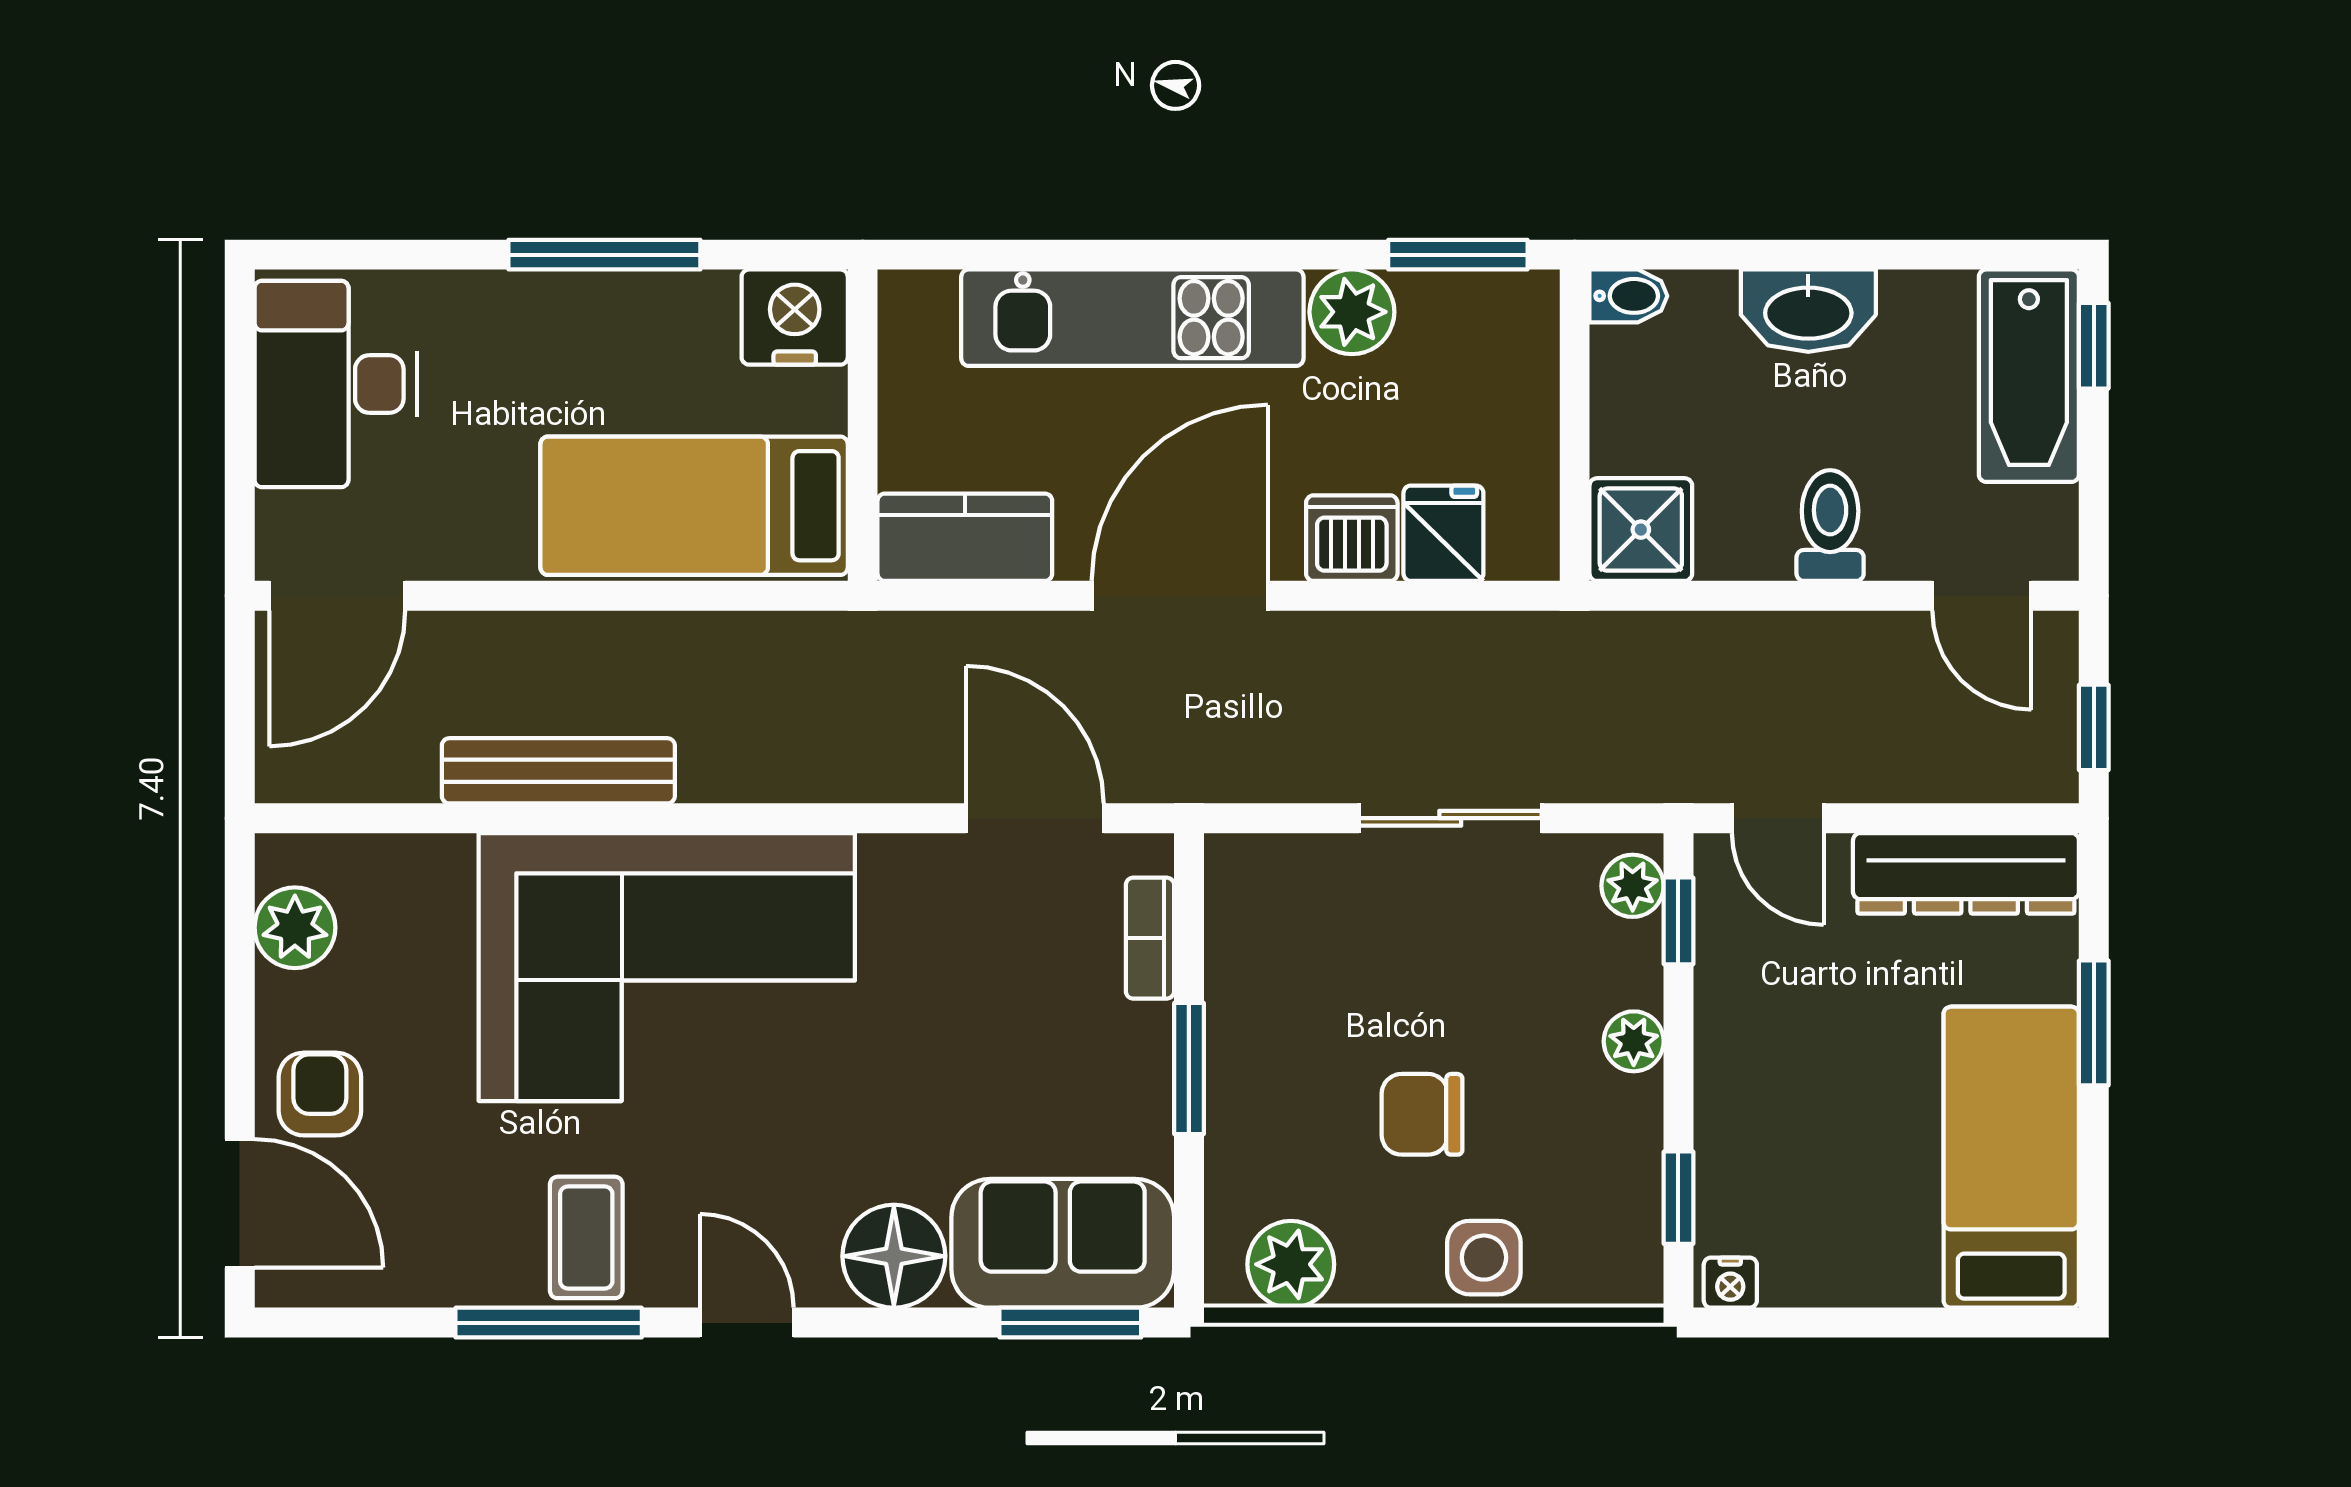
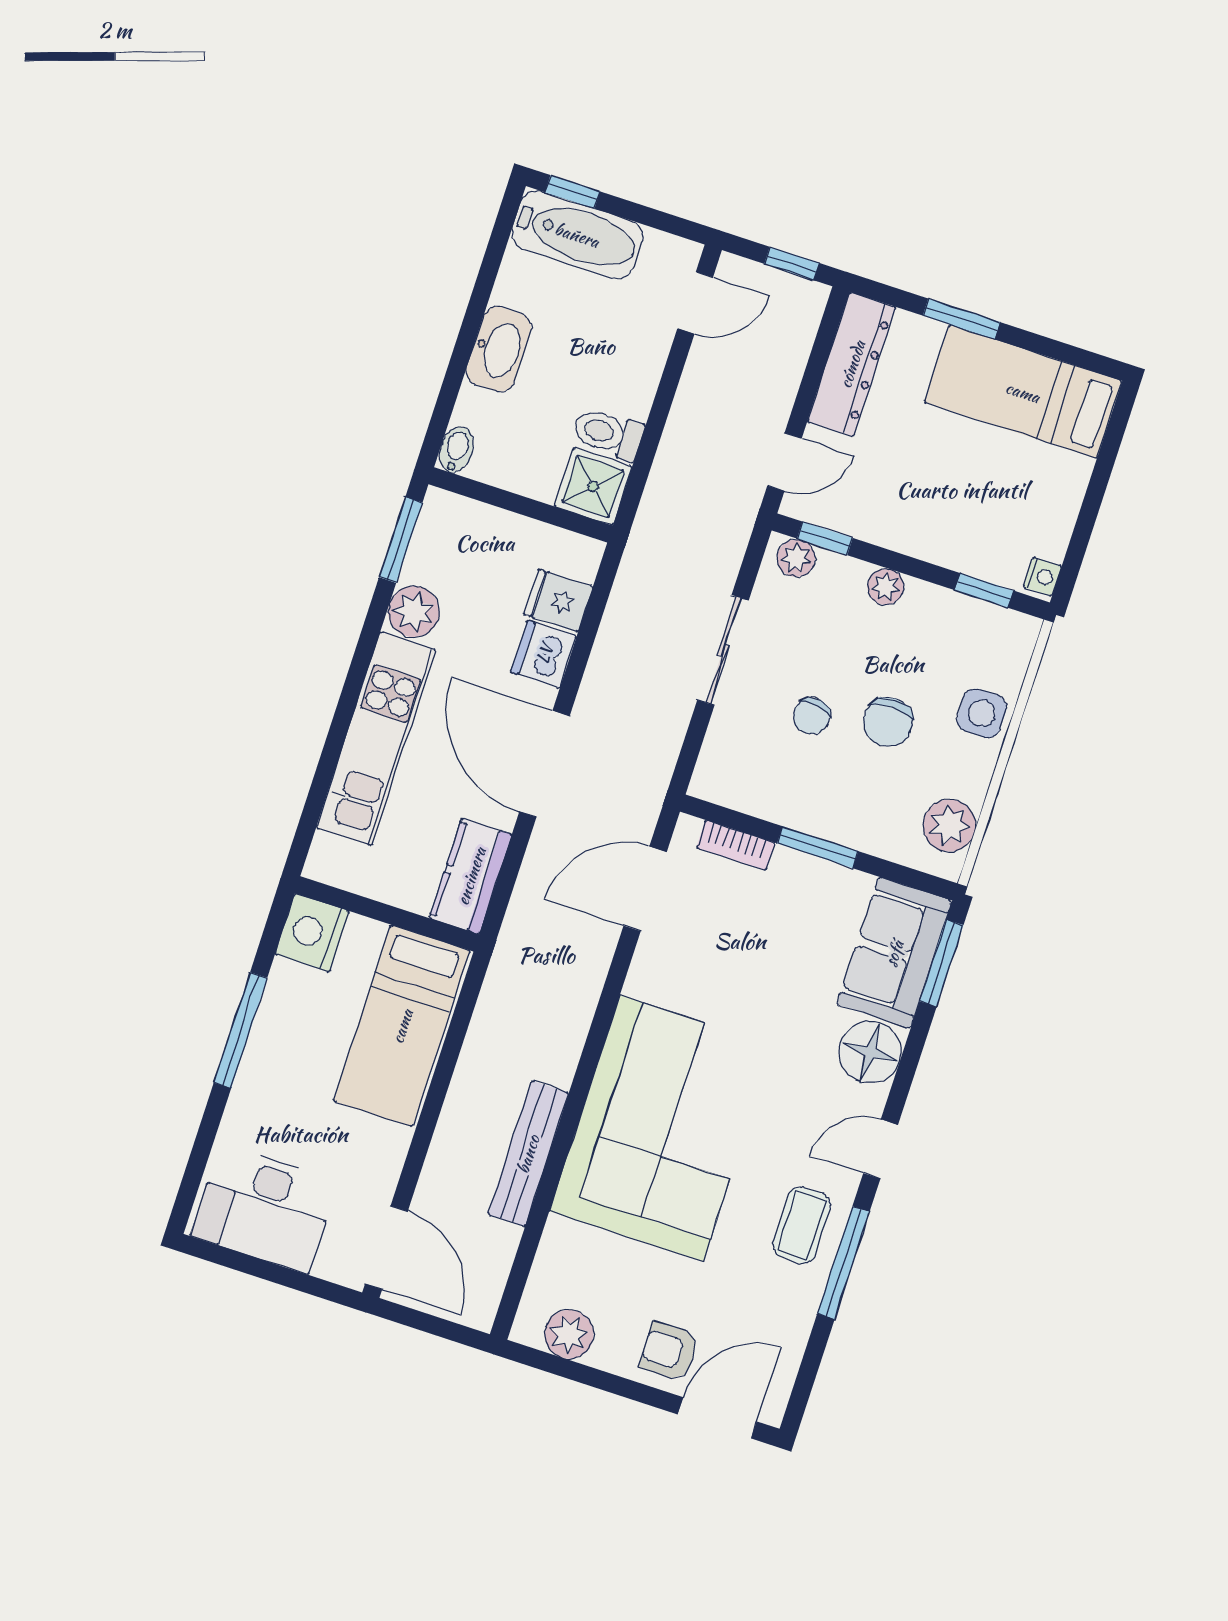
toilet: (1830, 526) -> (608, 434), moved
chair: (1392, 992) -> (812, 716), added
coffee table: (586, 1237) -> (802, 1225), turned 90

